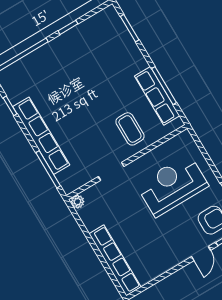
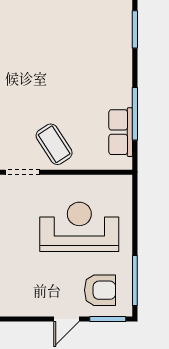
row of seats: (157, 96) -> (121, 132), width x0.68
coffee table: (130, 129) -> (54, 144), moved, turned -33

